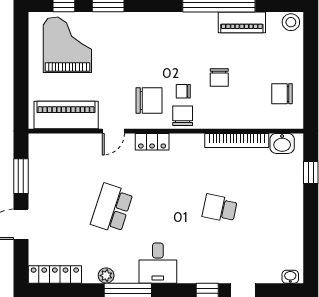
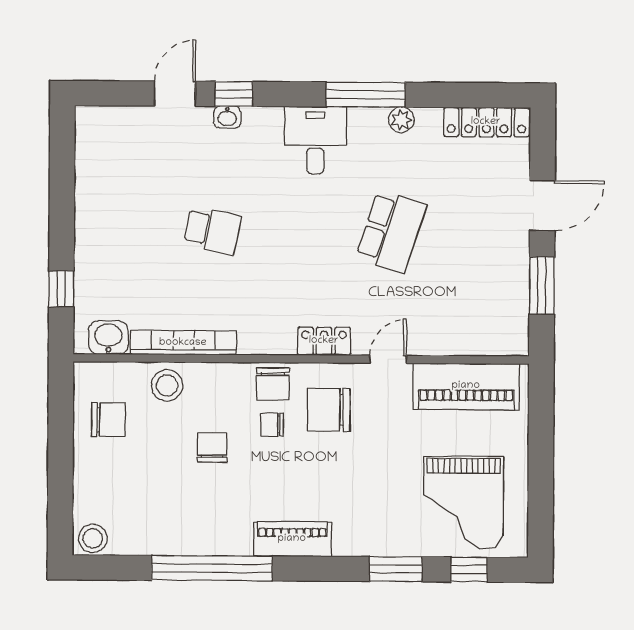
piano: (242, 22) -> (292, 539), moved
chair: (183, 91) -> (272, 425), turned 180
stool: (247, 115) -> (167, 385), added
washbasin: (290, 277) -> (227, 117), moved

